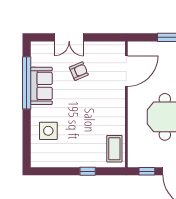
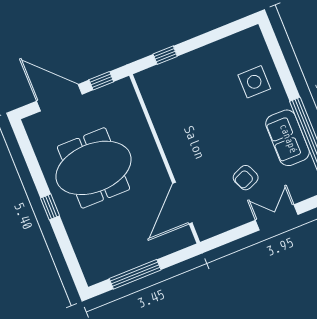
coffee table: (114, 149) -> (157, 93), removed
window: (88, 171) -> (165, 55), moved

